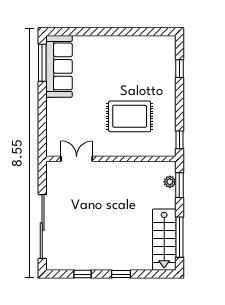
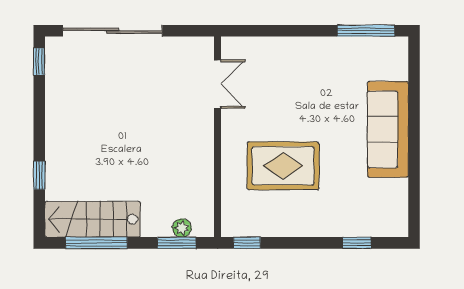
sofa: (59, 66) -> (388, 129), moved, turned 90
rug: (130, 116) -> (283, 166), turned 90
window: (83, 274) -> (39, 61), moved
window: (121, 274) -> (39, 175), moved

